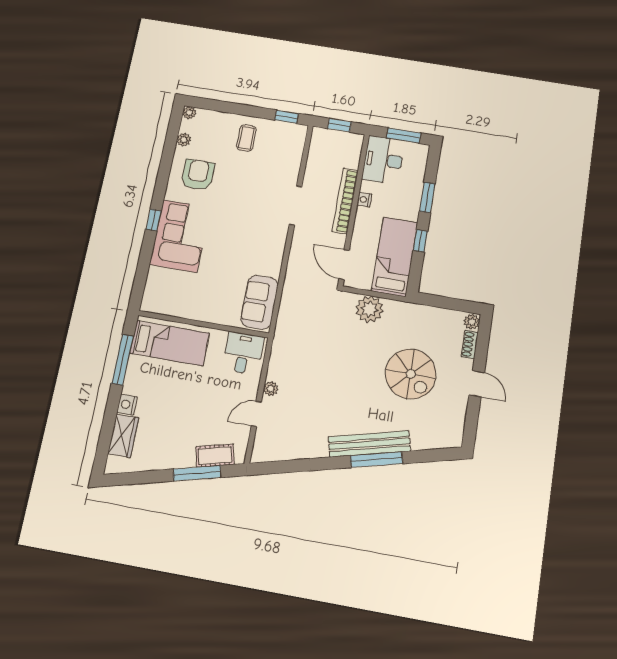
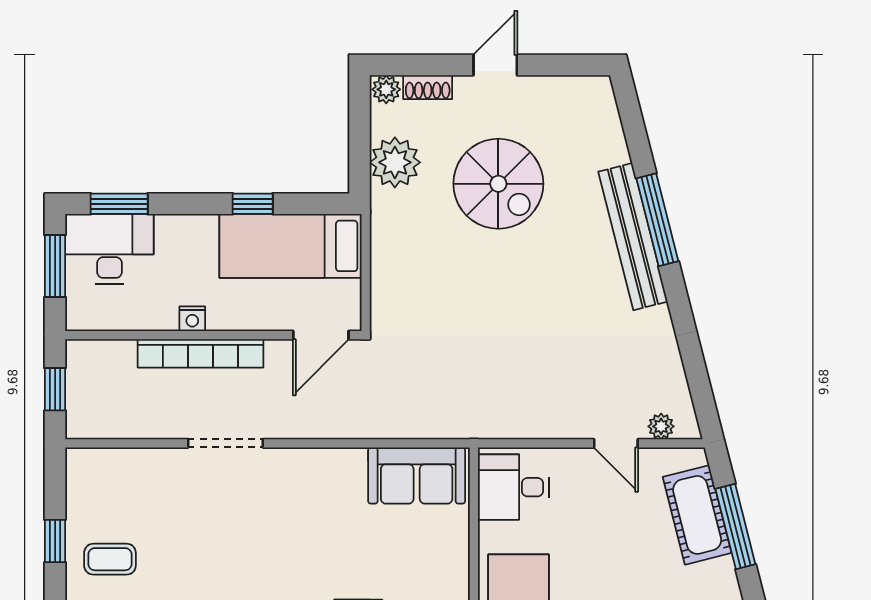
window: (287, 117) -> (55, 541), moved
desk: (383, 160) -> (109, 249), moved, turned 180
window: (427, 197) -> (119, 204), moved
plant: (369, 309) -> (395, 162), moved
spiral stairs: (411, 374) -> (498, 184), turned 90
plant: (271, 389) -> (661, 426), moved
cot: (215, 456) -> (697, 515), width x1.37, depth x1.34

